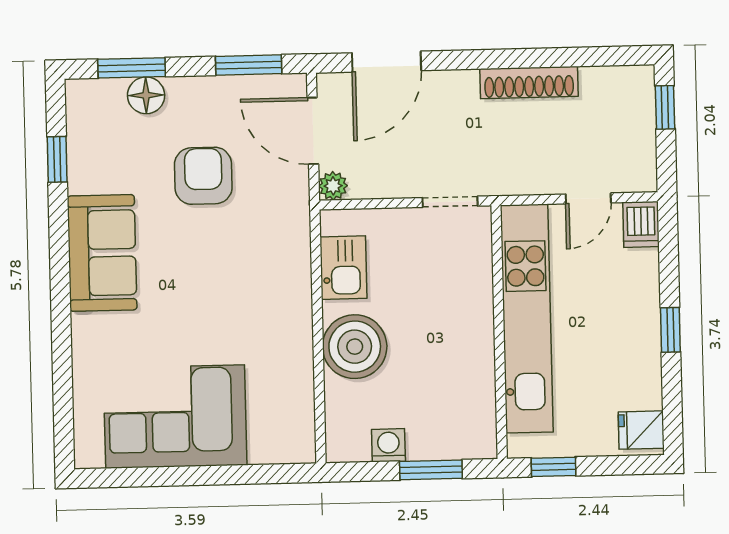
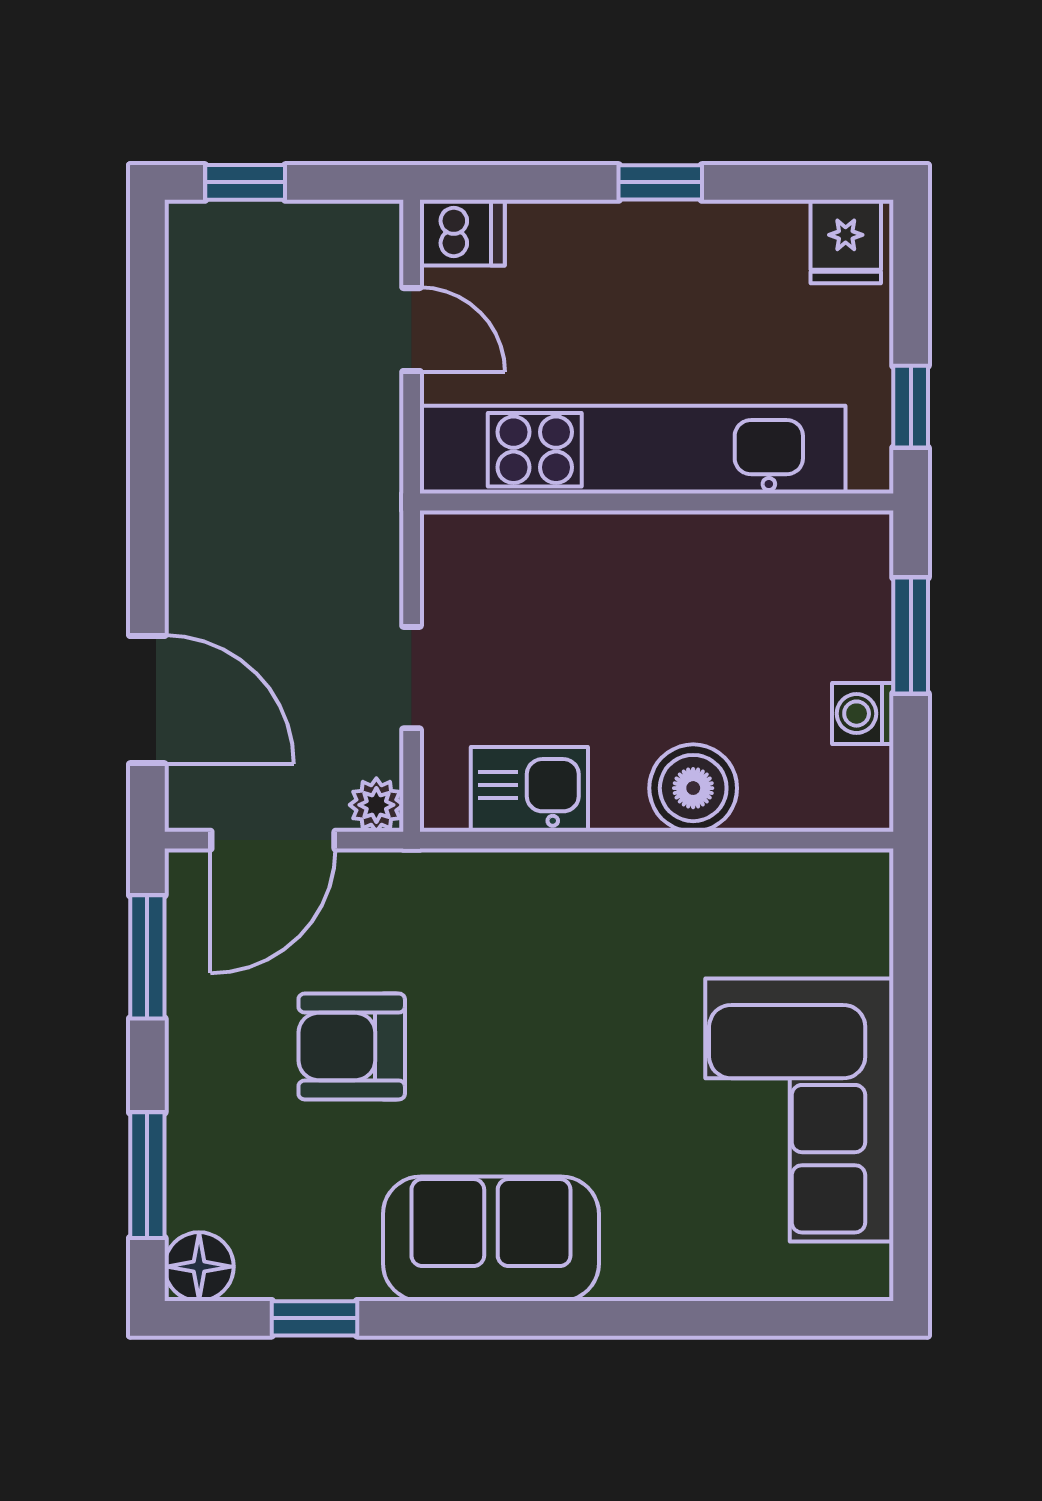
shoe rack: (529, 83) -> (193, 435), removed
floor lamp: (146, 95) -> (199, 1267), moved
doorway: (450, 202) -> (412, 678), moved
boiler: (355, 347) -> (693, 788), width x0.73, depth x0.73

